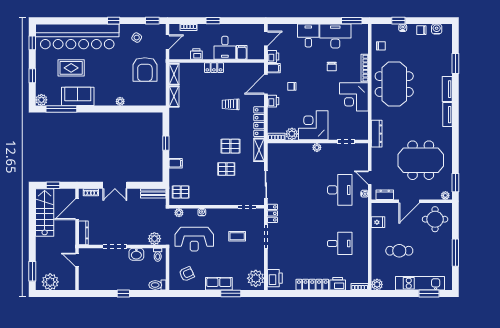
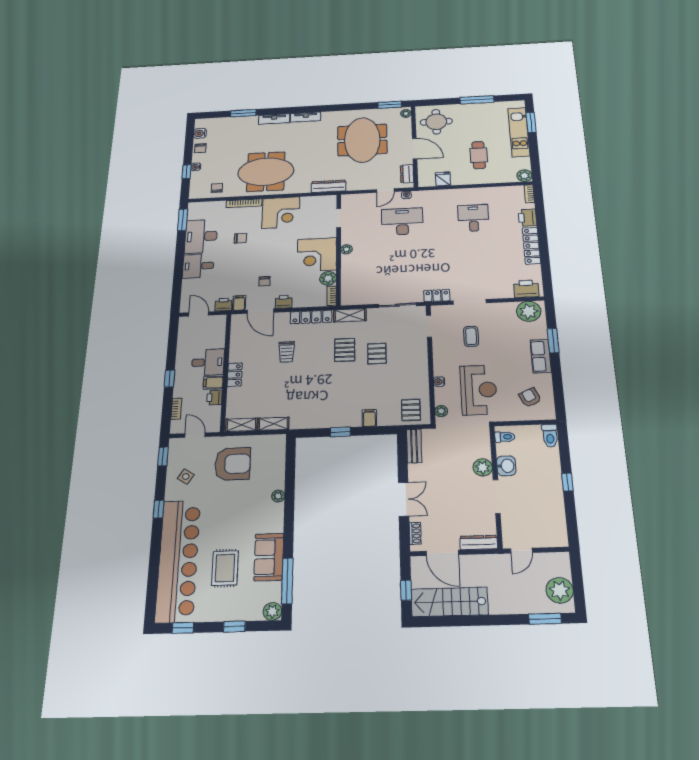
filing cabinet: (242, 52) -> (213, 383), moved
plant: (154, 239) -> (483, 467), moved

